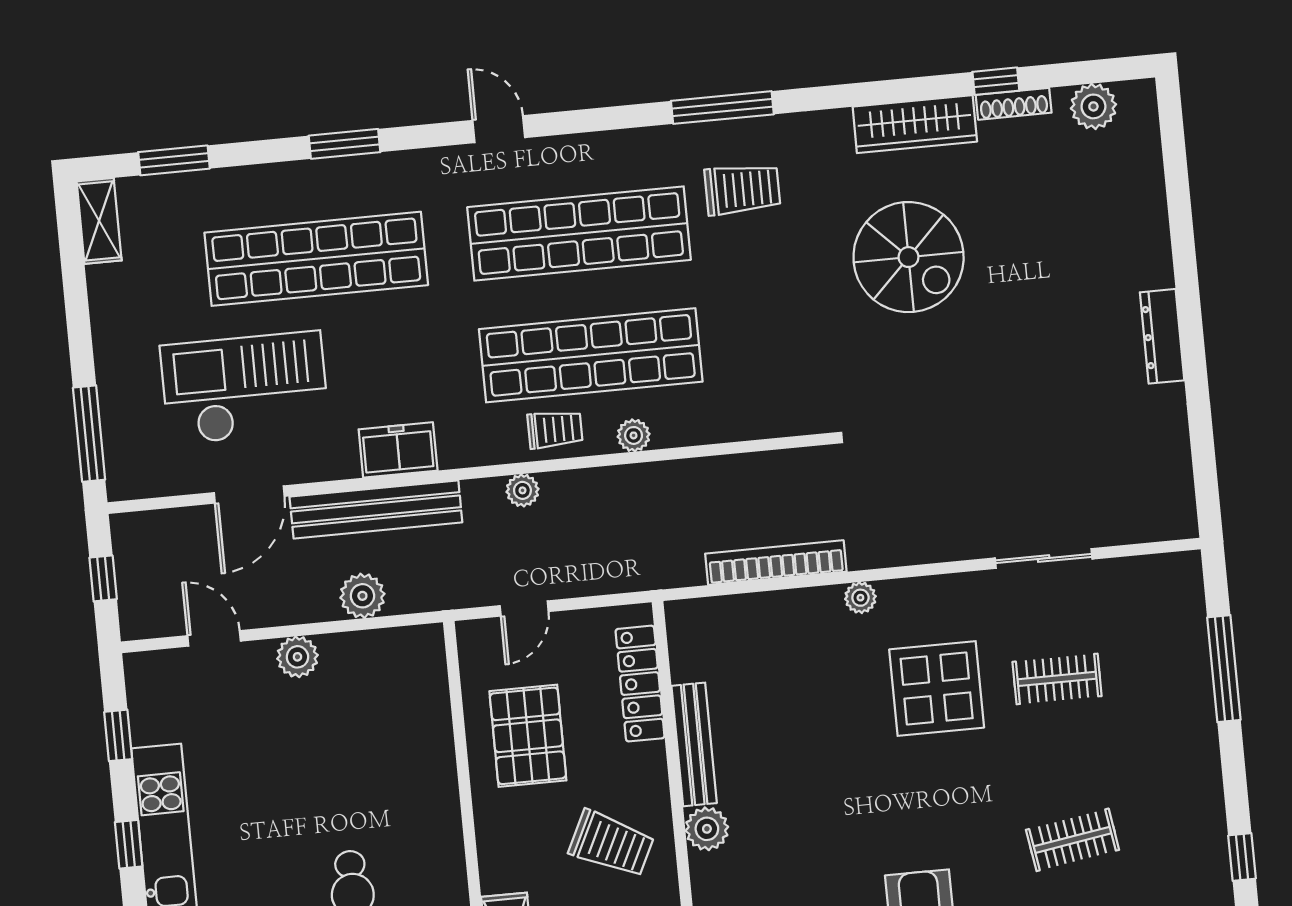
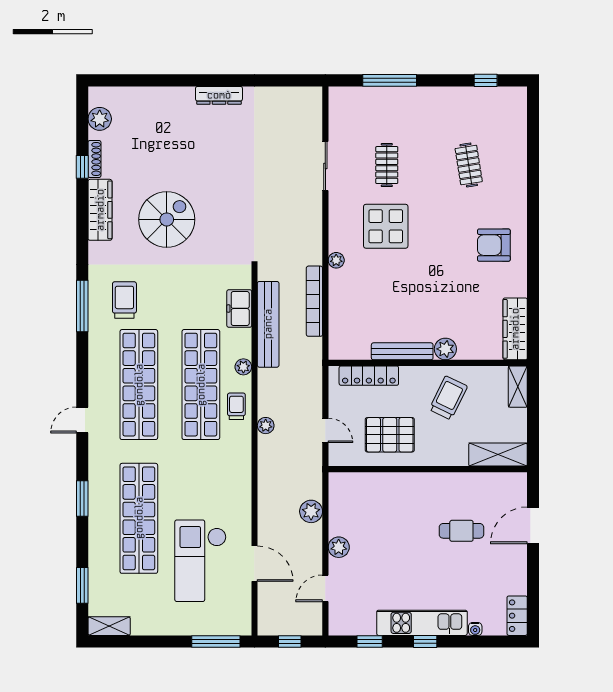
freezer: (398, 450) -> (239, 308), moved
bench: (376, 509) -> (268, 324), moved

